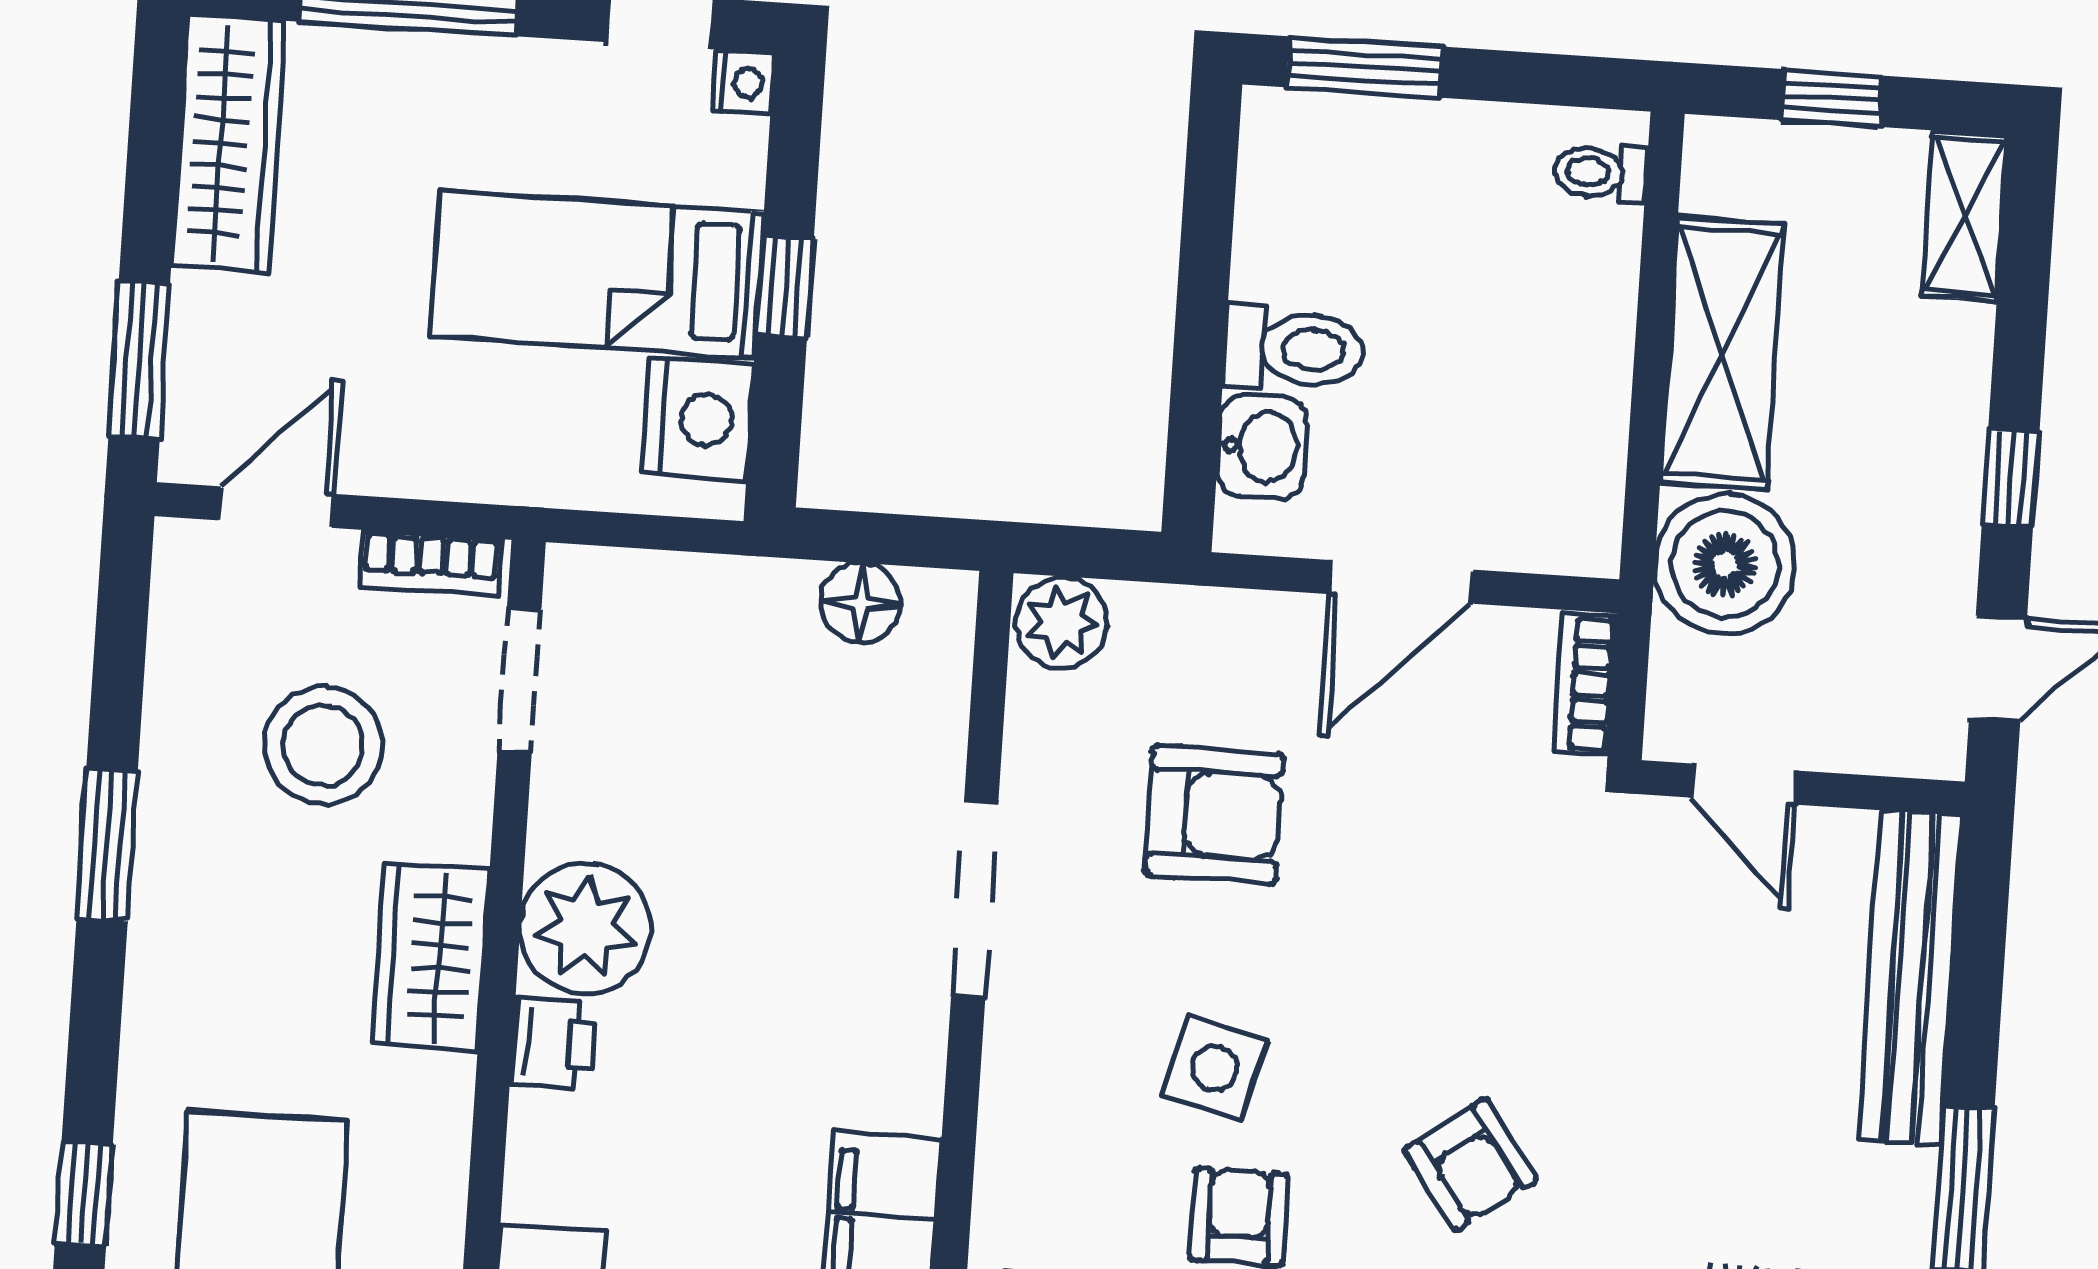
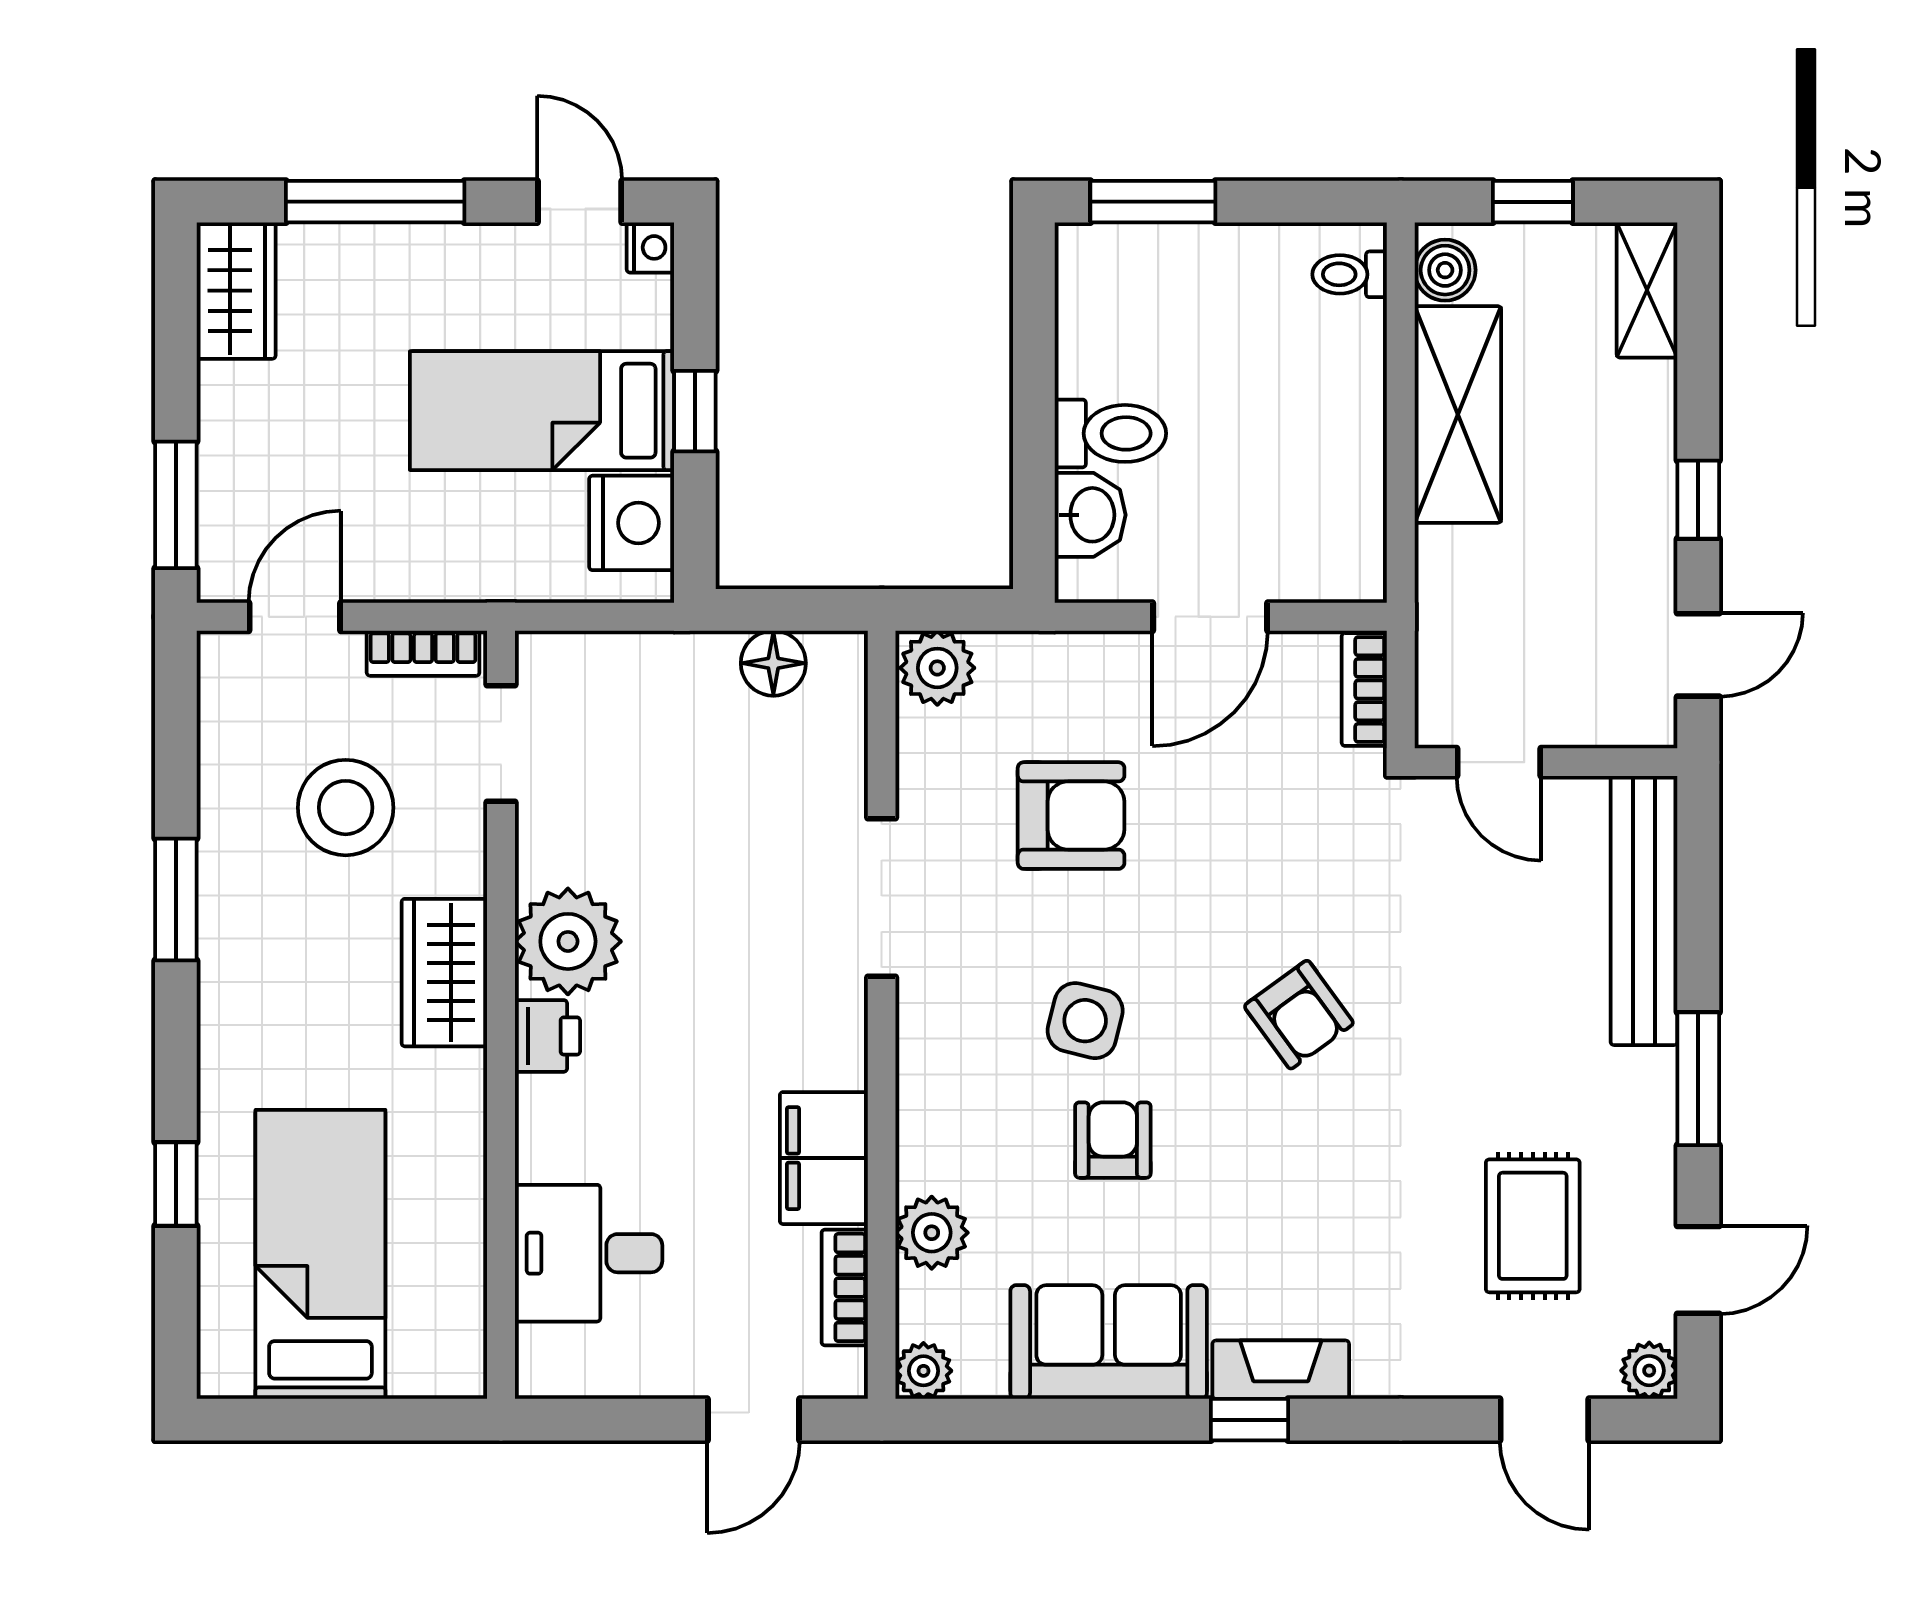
wardrobe: (228, 143) -> (236, 291), width x0.67
boiler: (1725, 564) -> (1445, 270), moved, width x0.54, depth x0.54
armchair: (1470, 1165) -> (1299, 1015), moved

